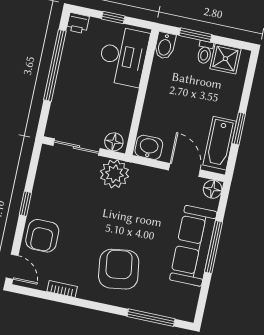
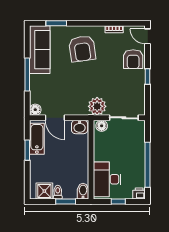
armchair: (42, 236) -> (133, 59), turned 180
sofa: (193, 246) -> (40, 50), moved
window: (151, 318) -> (56, 23), width x0.69

